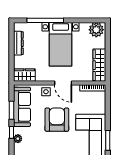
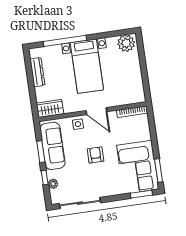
wardrobe: (99, 65) -> (136, 84), removed
armchair: (57, 120) -> (96, 155), width x0.53, depth x0.53

